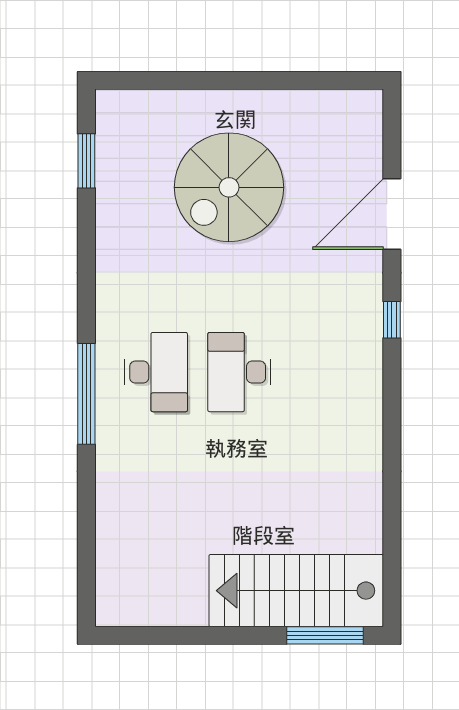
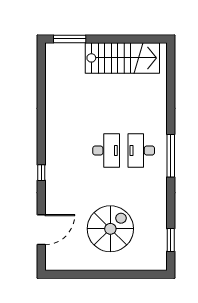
door: (392, 214) -> (41, 230), moved
window: (86, 394) -> (171, 156), moved
stairs: (296, 591) -> (122, 58), moved

